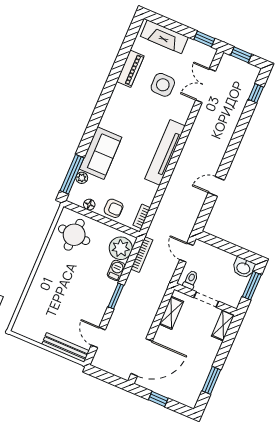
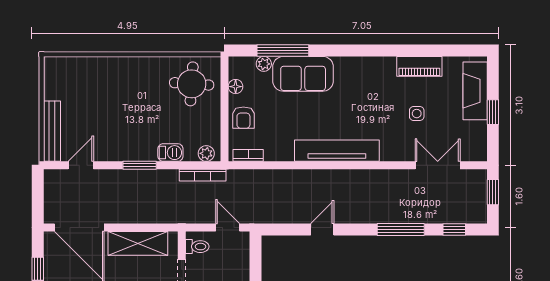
window: (204, 39) -> (493, 112), moved
side table: (163, 85) -> (417, 114), width x0.54, depth x0.54
window: (240, 131) -> (401, 229), added
window: (72, 174) -> (283, 51), moved
door: (216, 186) -> (322, 229), hinge flipped
plant: (121, 248) -> (206, 153), width x0.53, depth x0.53
door: (186, 253) -> (228, 228), hinge flipped
shelving: (171, 313) -> (138, 243), width x1.50, depth x1.33

